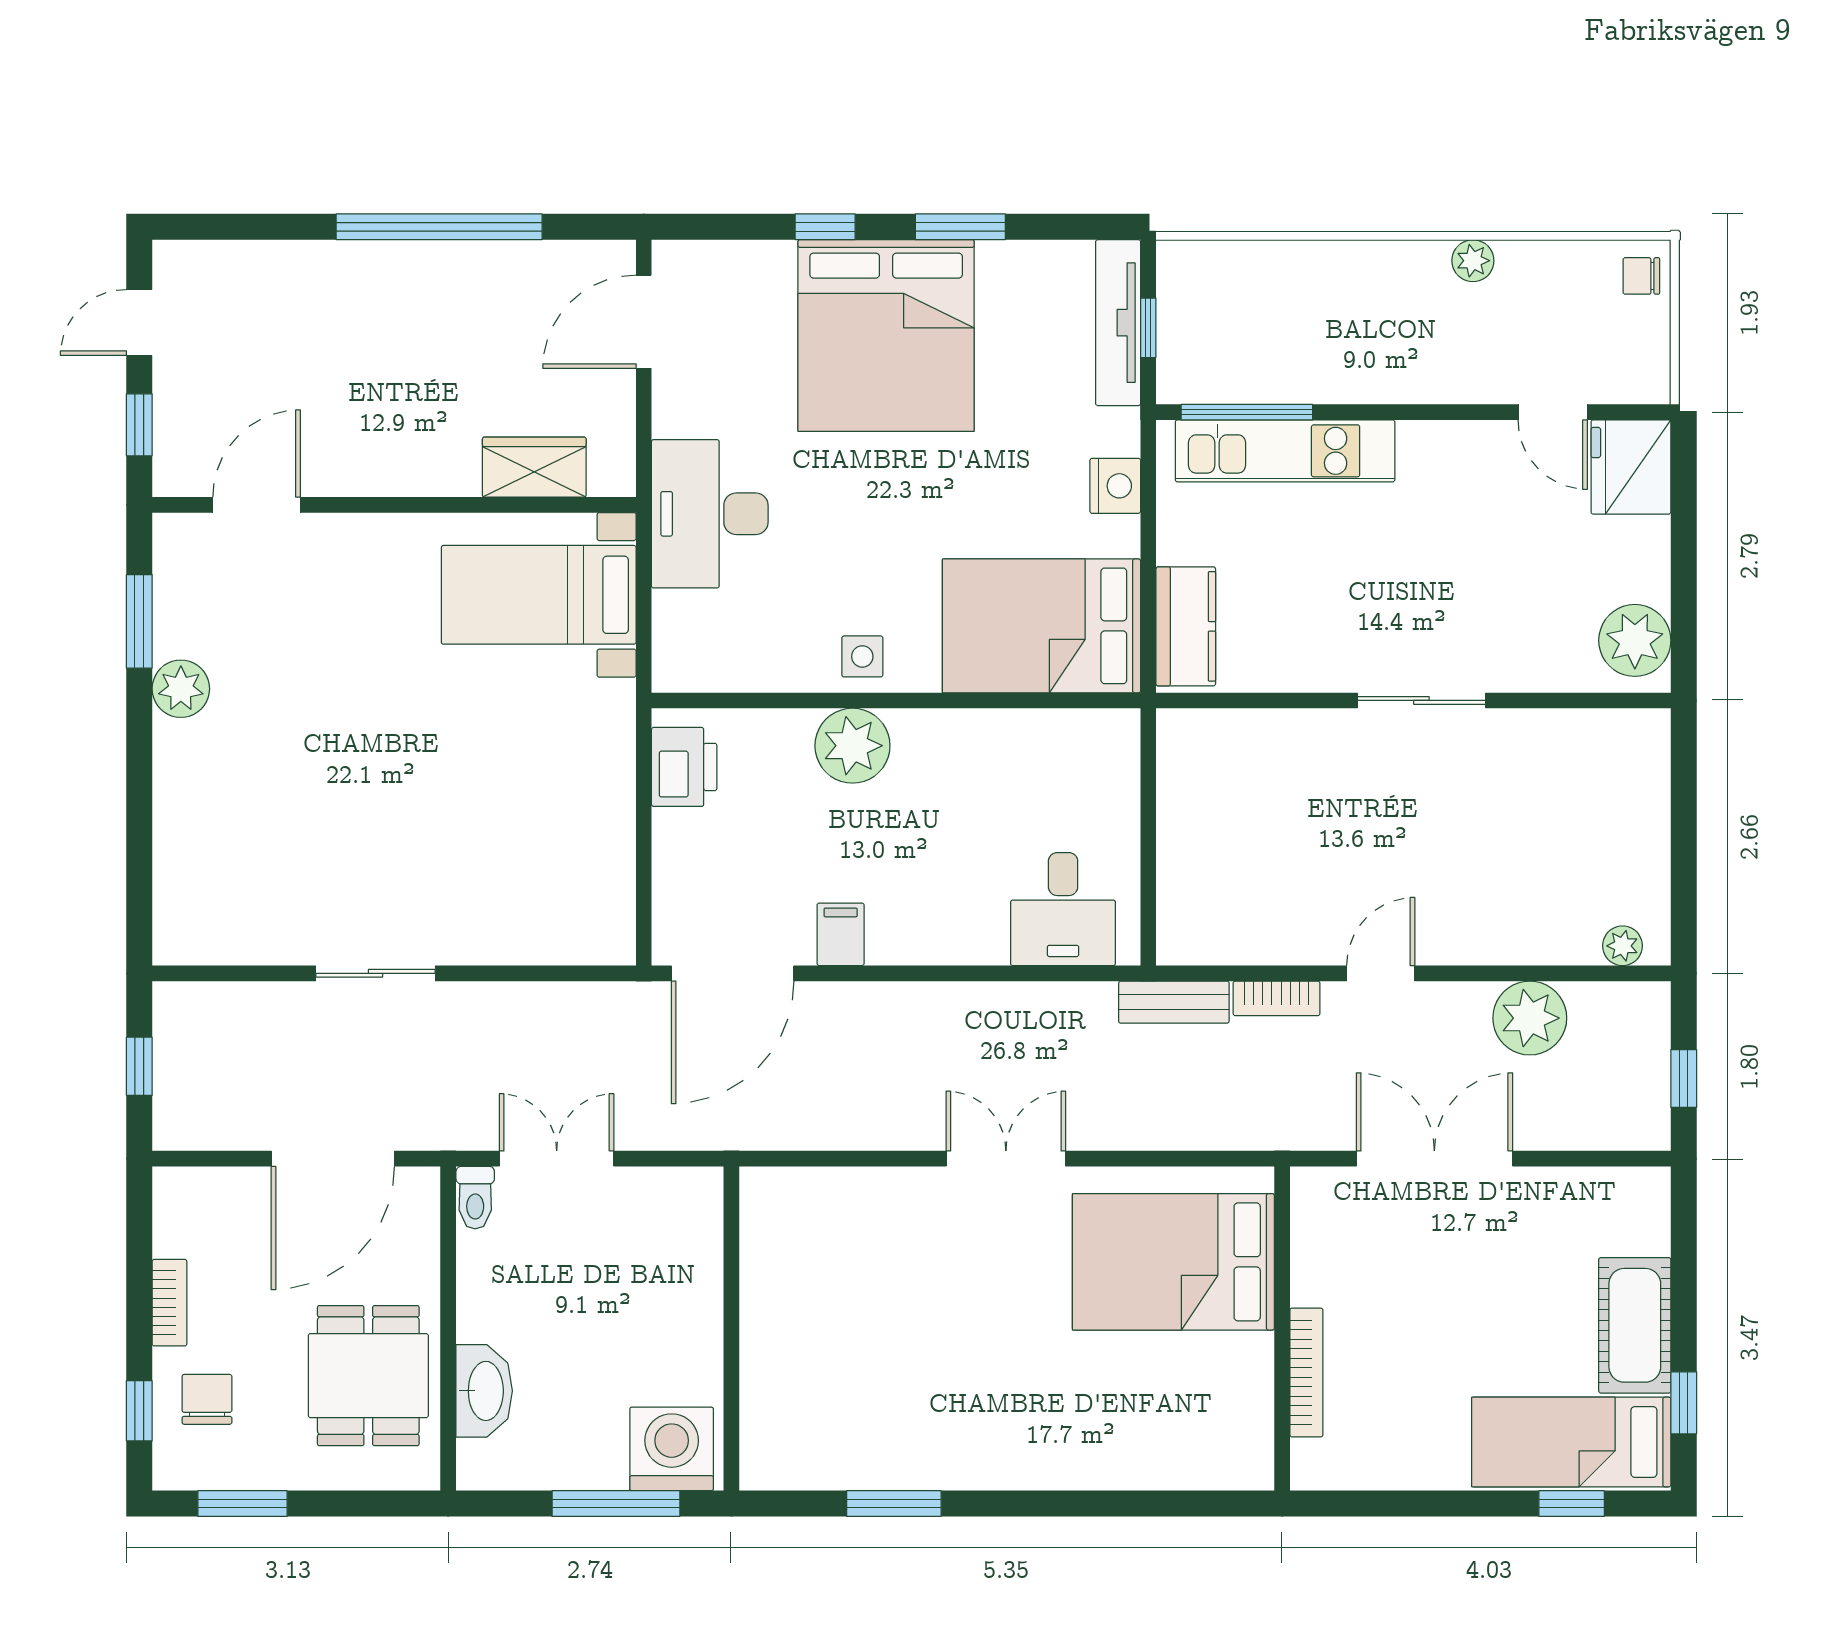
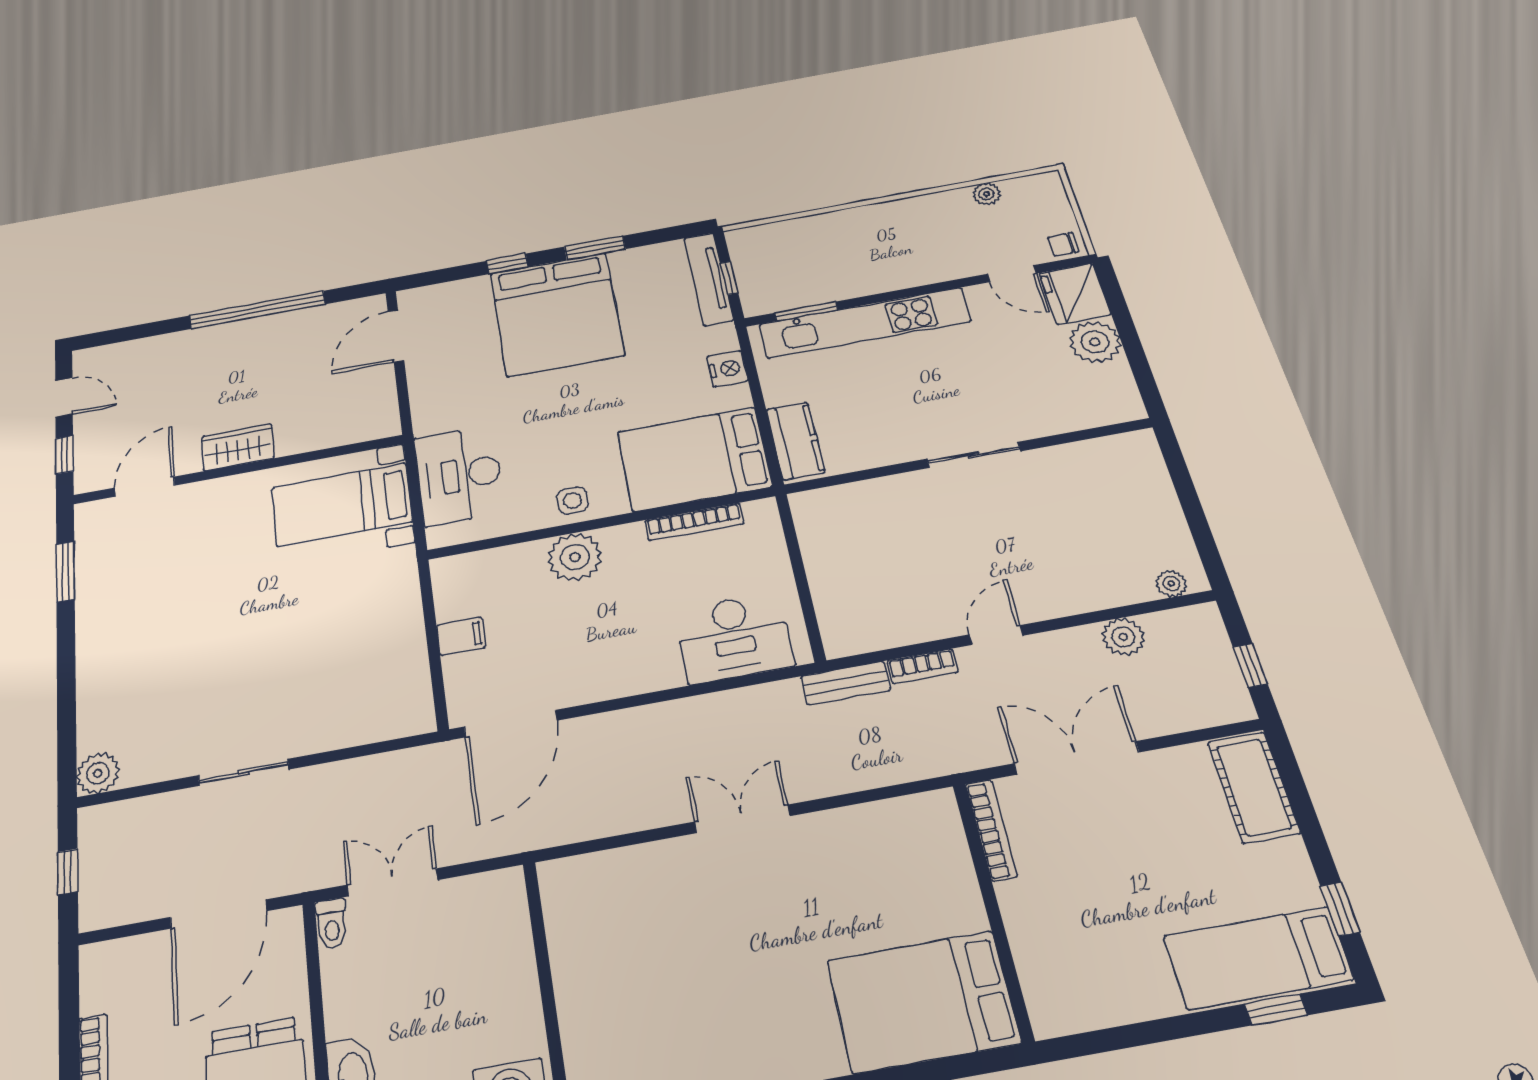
plant: (1473, 261) -> (986, 194), moved
chair: (1641, 276) -> (1063, 244), moved
door: (139, 322) -> (64, 397), swing flipped
window: (1247, 412) -> (806, 311), width x0.69
kitchen unit: (1285, 451) -> (865, 323), width x1.36
wardrobe: (534, 467) -> (238, 447), moved
desk: (710, 514) -> (459, 475), moved
plant: (1635, 640) -> (1095, 342), moved
plant: (181, 689) -> (98, 773), moved
bookcase: (1023, 725) -> (694, 522), added
printer: (684, 767) -> (456, 593), removed
desk: (1063, 909) -> (734, 638), width x1.37
filing cabinet: (841, 934) -> (461, 636), moved, turned 90
plant: (1530, 1018) -> (1123, 637), width x0.73, depth x0.73
bed: (1173, 1262) -> (923, 1002), moved
cot: (1635, 1325) -> (1254, 787), moved
bookcase: (1306, 1373) -> (991, 830), moved

